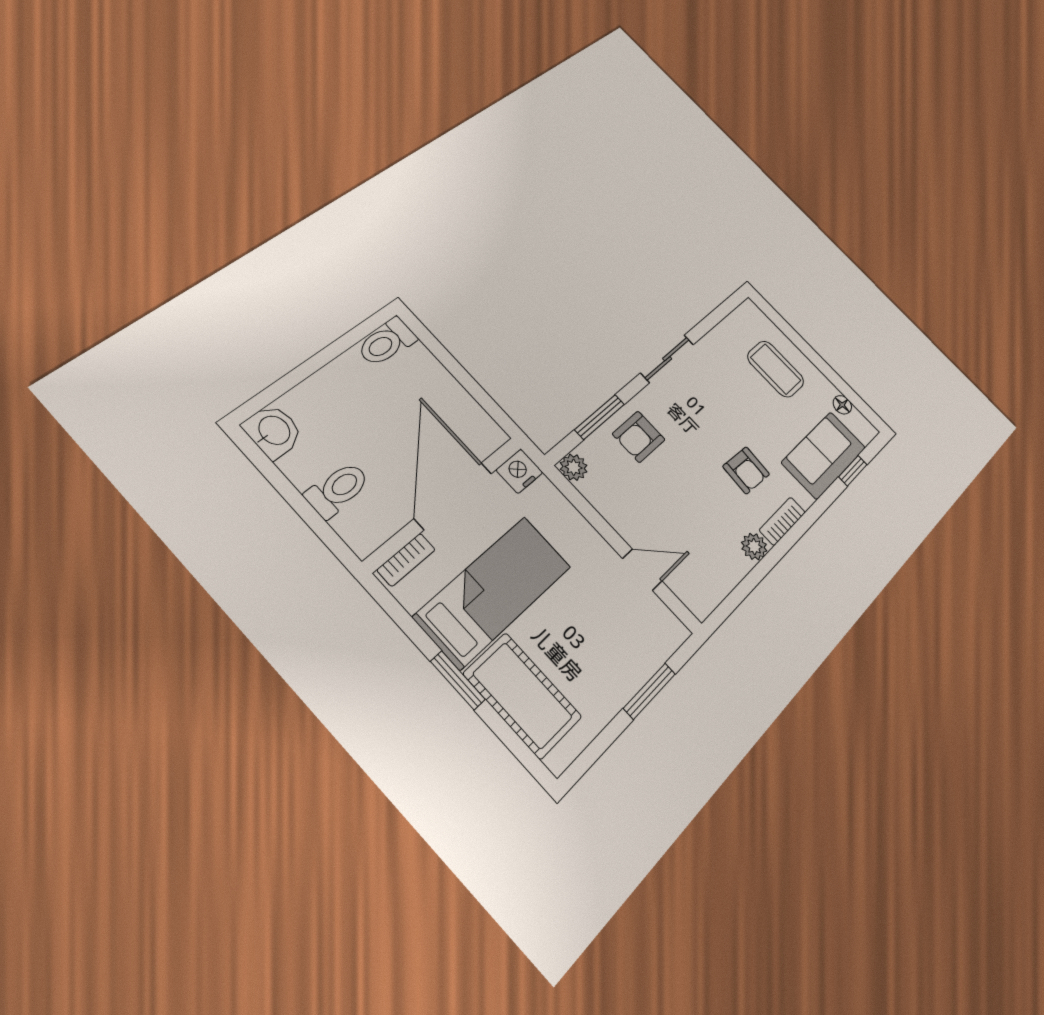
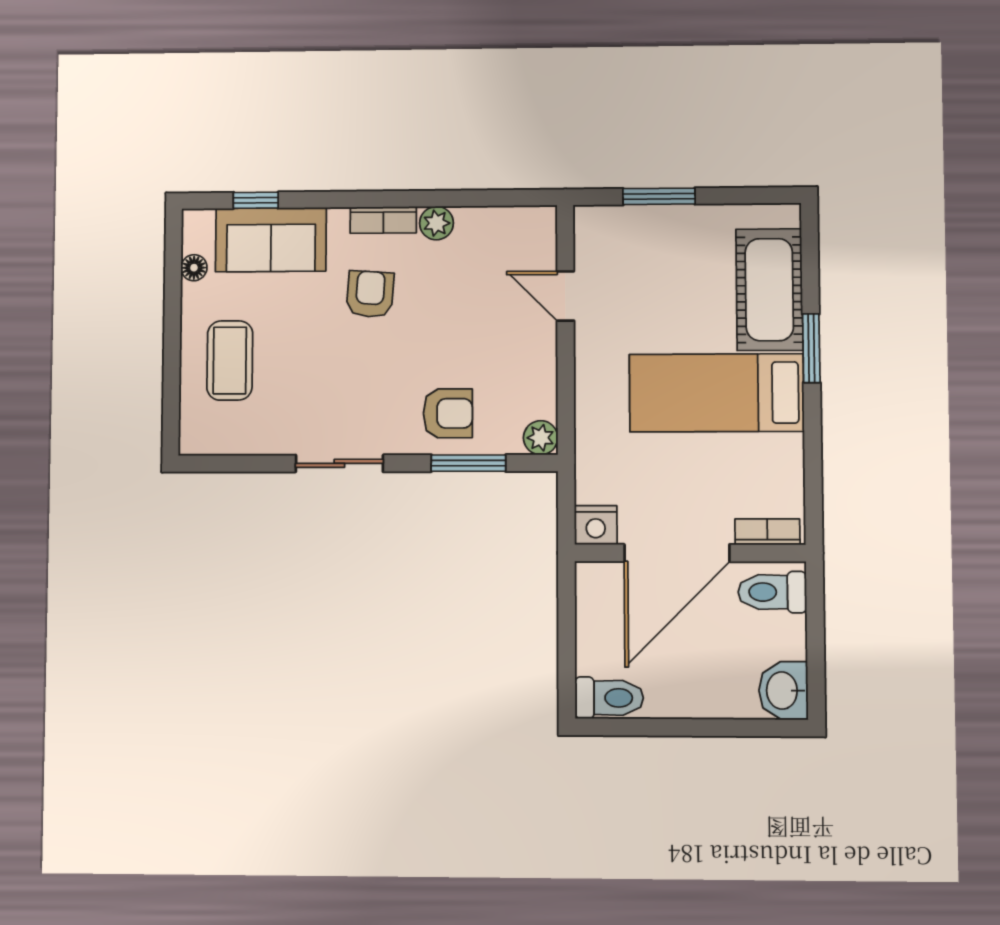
nightstand: (519, 471) -> (596, 525), moved
door: (453, 496) -> (677, 553), moved
wall: (445, 503) -> (690, 553), moved
bookcase: (406, 560) -> (767, 532), moved

